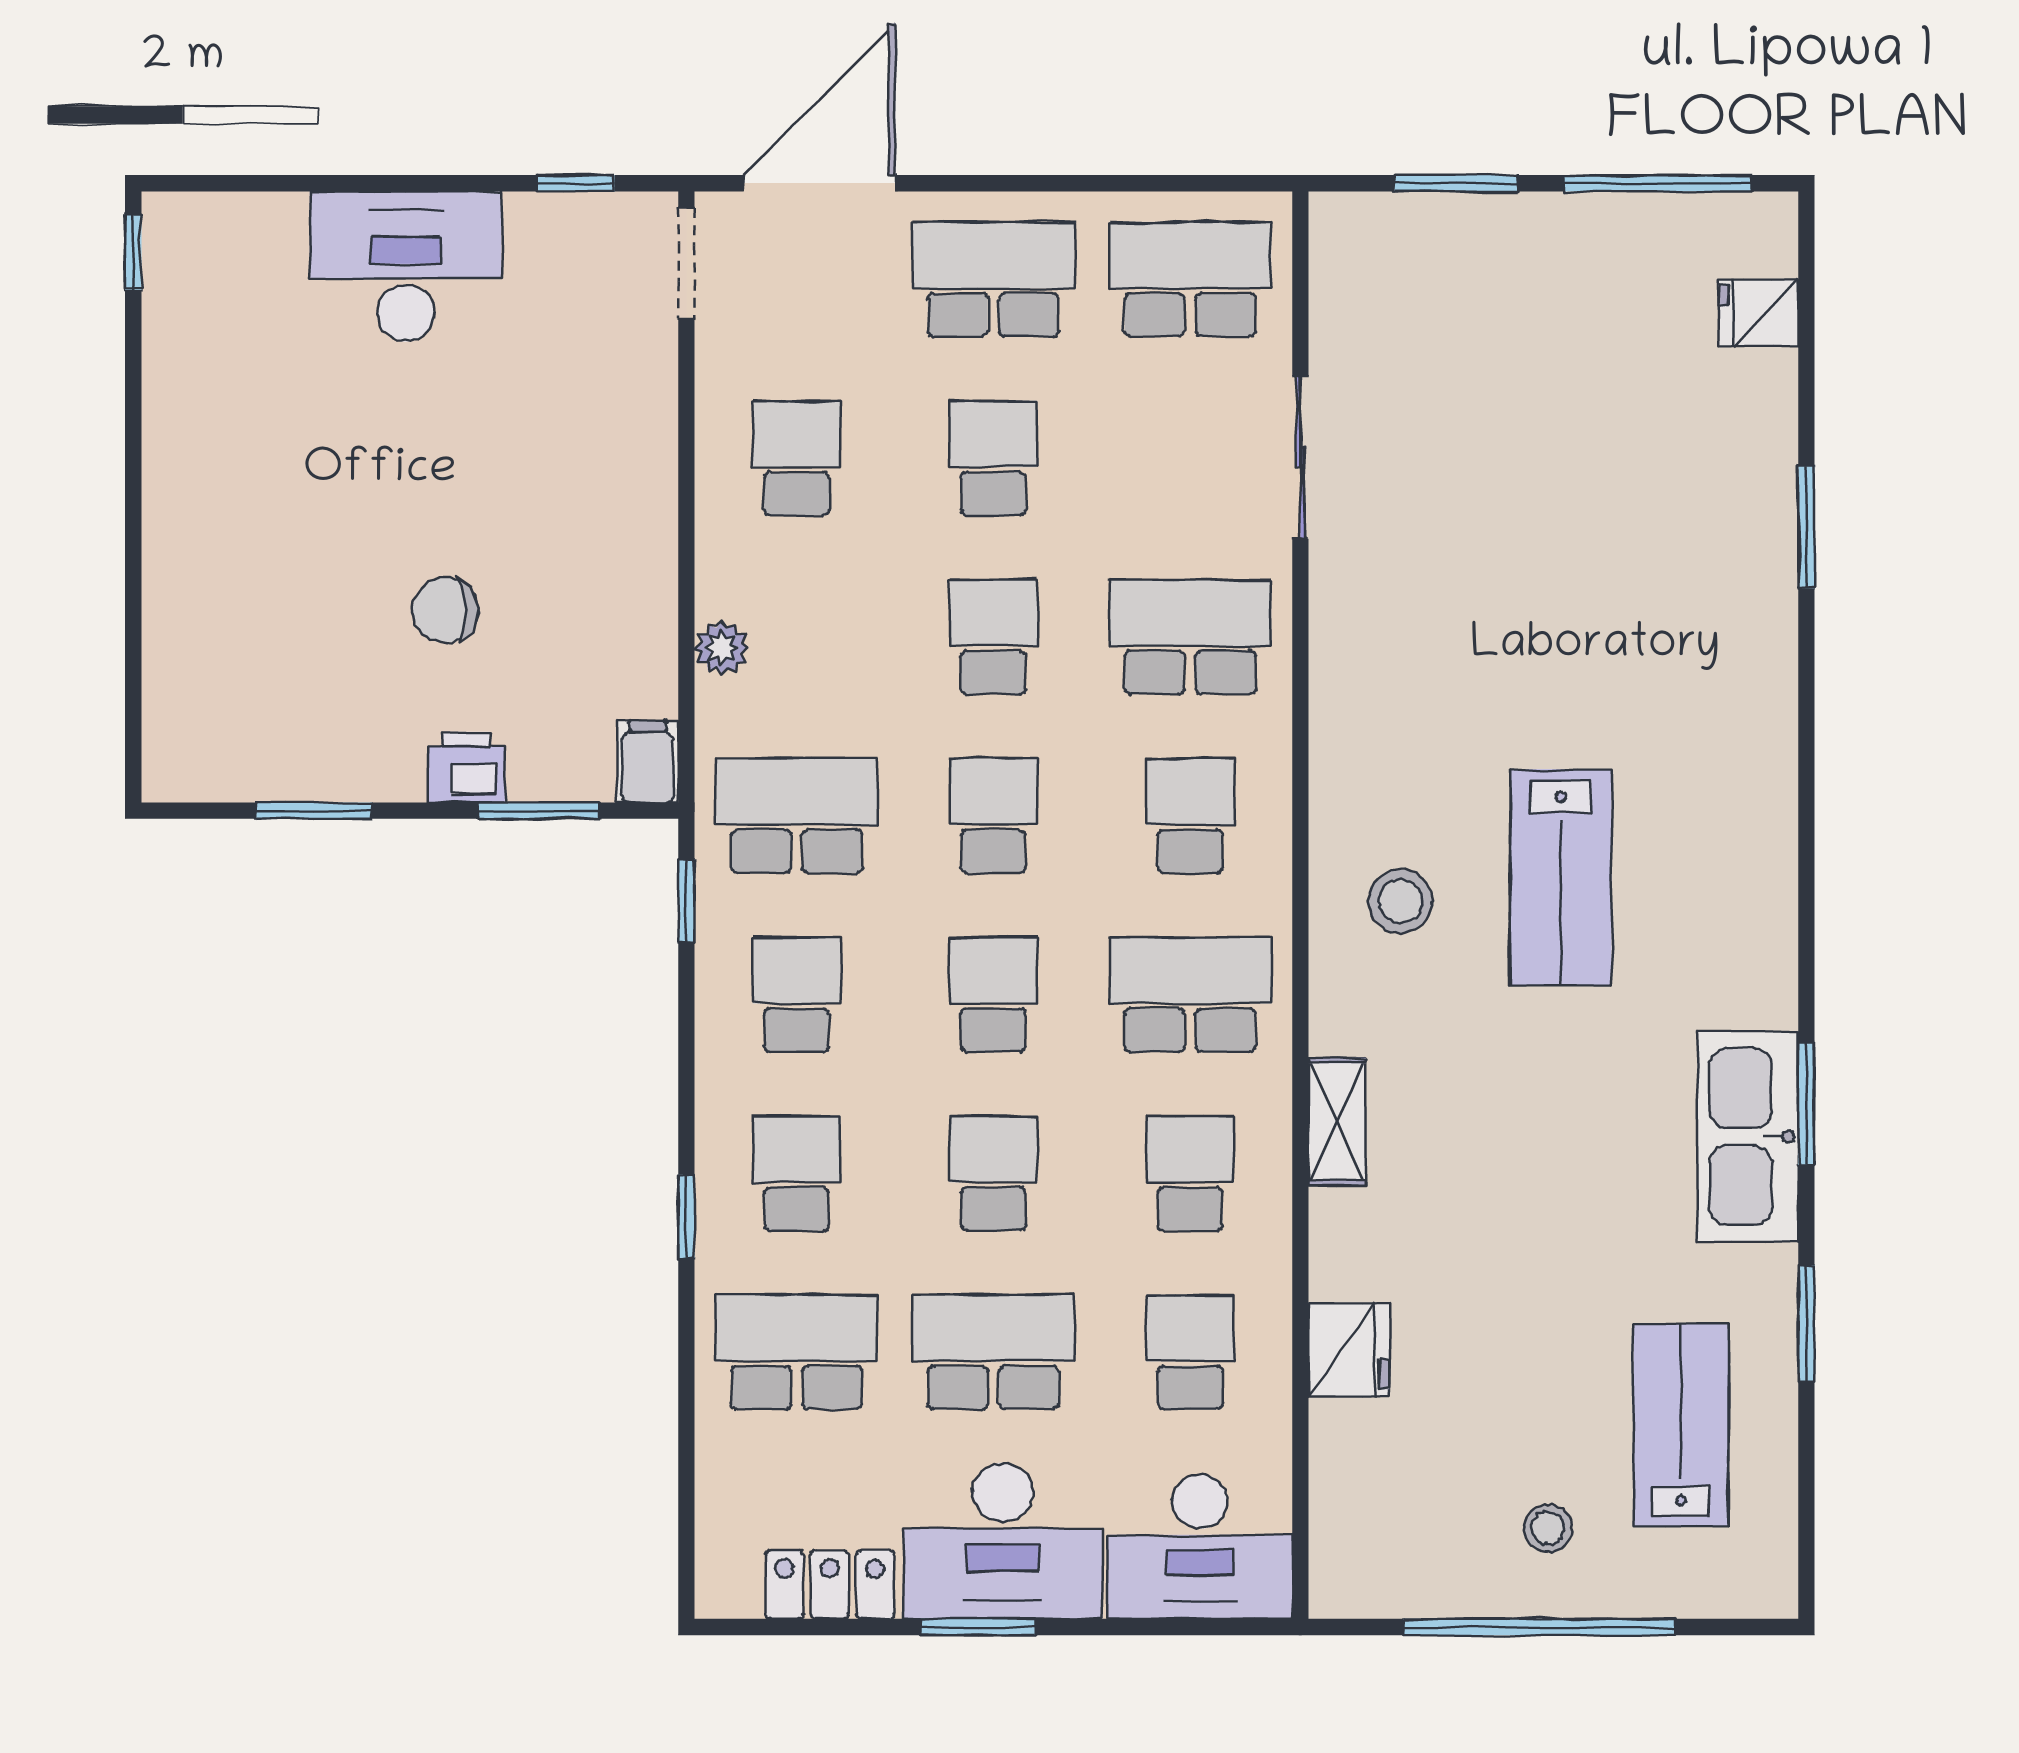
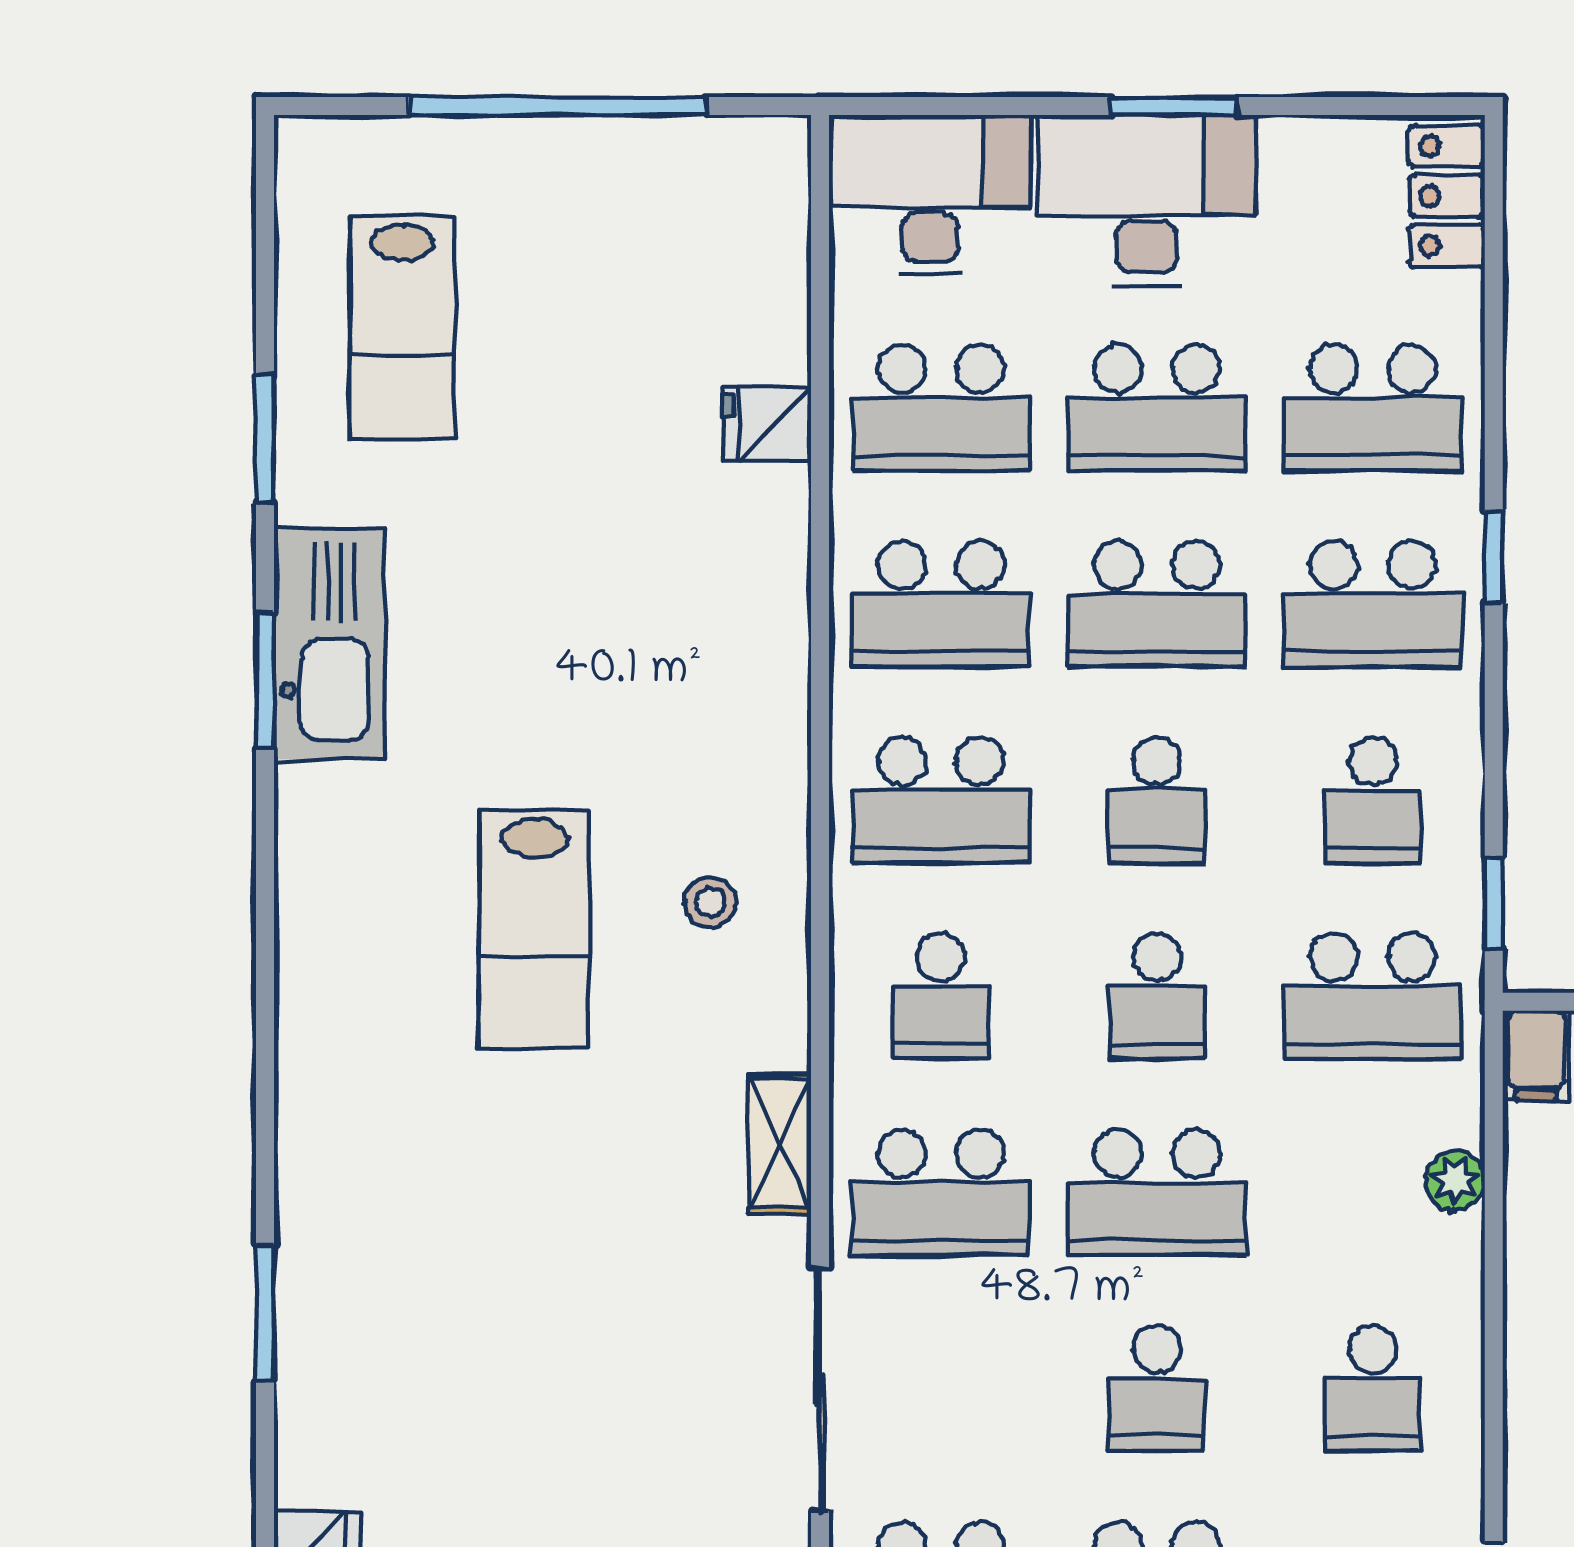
sliding door: (1300, 457) -> (820, 1389), width x1.37
school desk: (993, 637) -> (1157, 1192), width x1.85
lab bench: (1561, 877) -> (534, 929), turned 180
stool: (1400, 901) -> (710, 902), width x0.73, depth x0.73
shelving: (1337, 1122) -> (780, 1144), moved
school desk: (797, 1173) -> (1373, 604), width x1.85
school desk: (993, 1173) -> (1157, 604), width x1.85
school desk: (1190, 1173) -> (941, 604), width x1.85
fridge: (1349, 1350) -> (767, 425), width x0.72
school desk: (1190, 1352) -> (941, 408), width x1.85
stool: (1548, 1528) -> (548, 215), removed
locker: (830, 1584) -> (1447, 196), moved, turned 90

